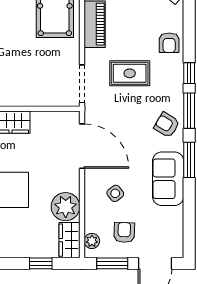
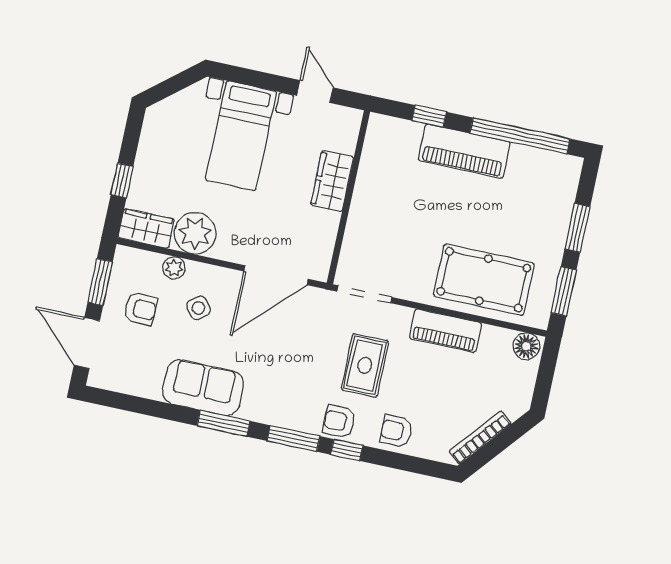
armchair: (167, 125) -> (339, 421), moved, turned -121
plant: (92, 241) -> (174, 268), moved

